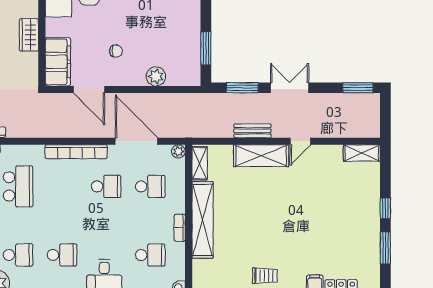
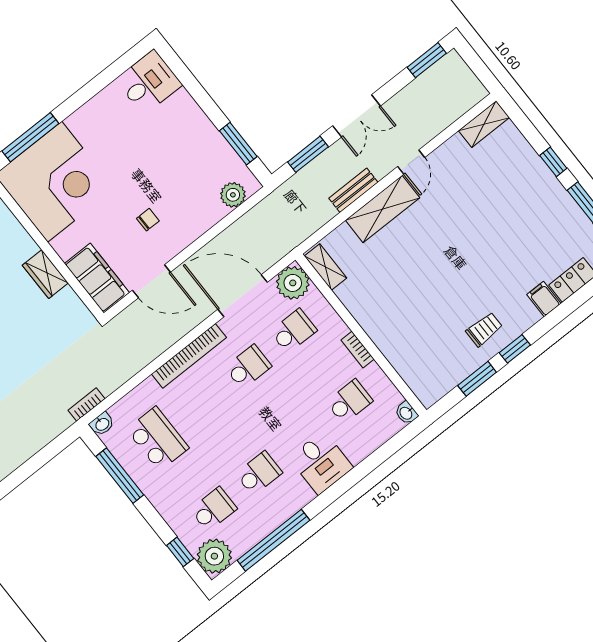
plant: (156, 76) -> (233, 195), moved
double door: (290, 88) -> (357, 116), swing flipped
plant: (178, 151) -> (293, 283), width x1.88, depth x1.88
shelving: (203, 220) -> (375, 323), removed

